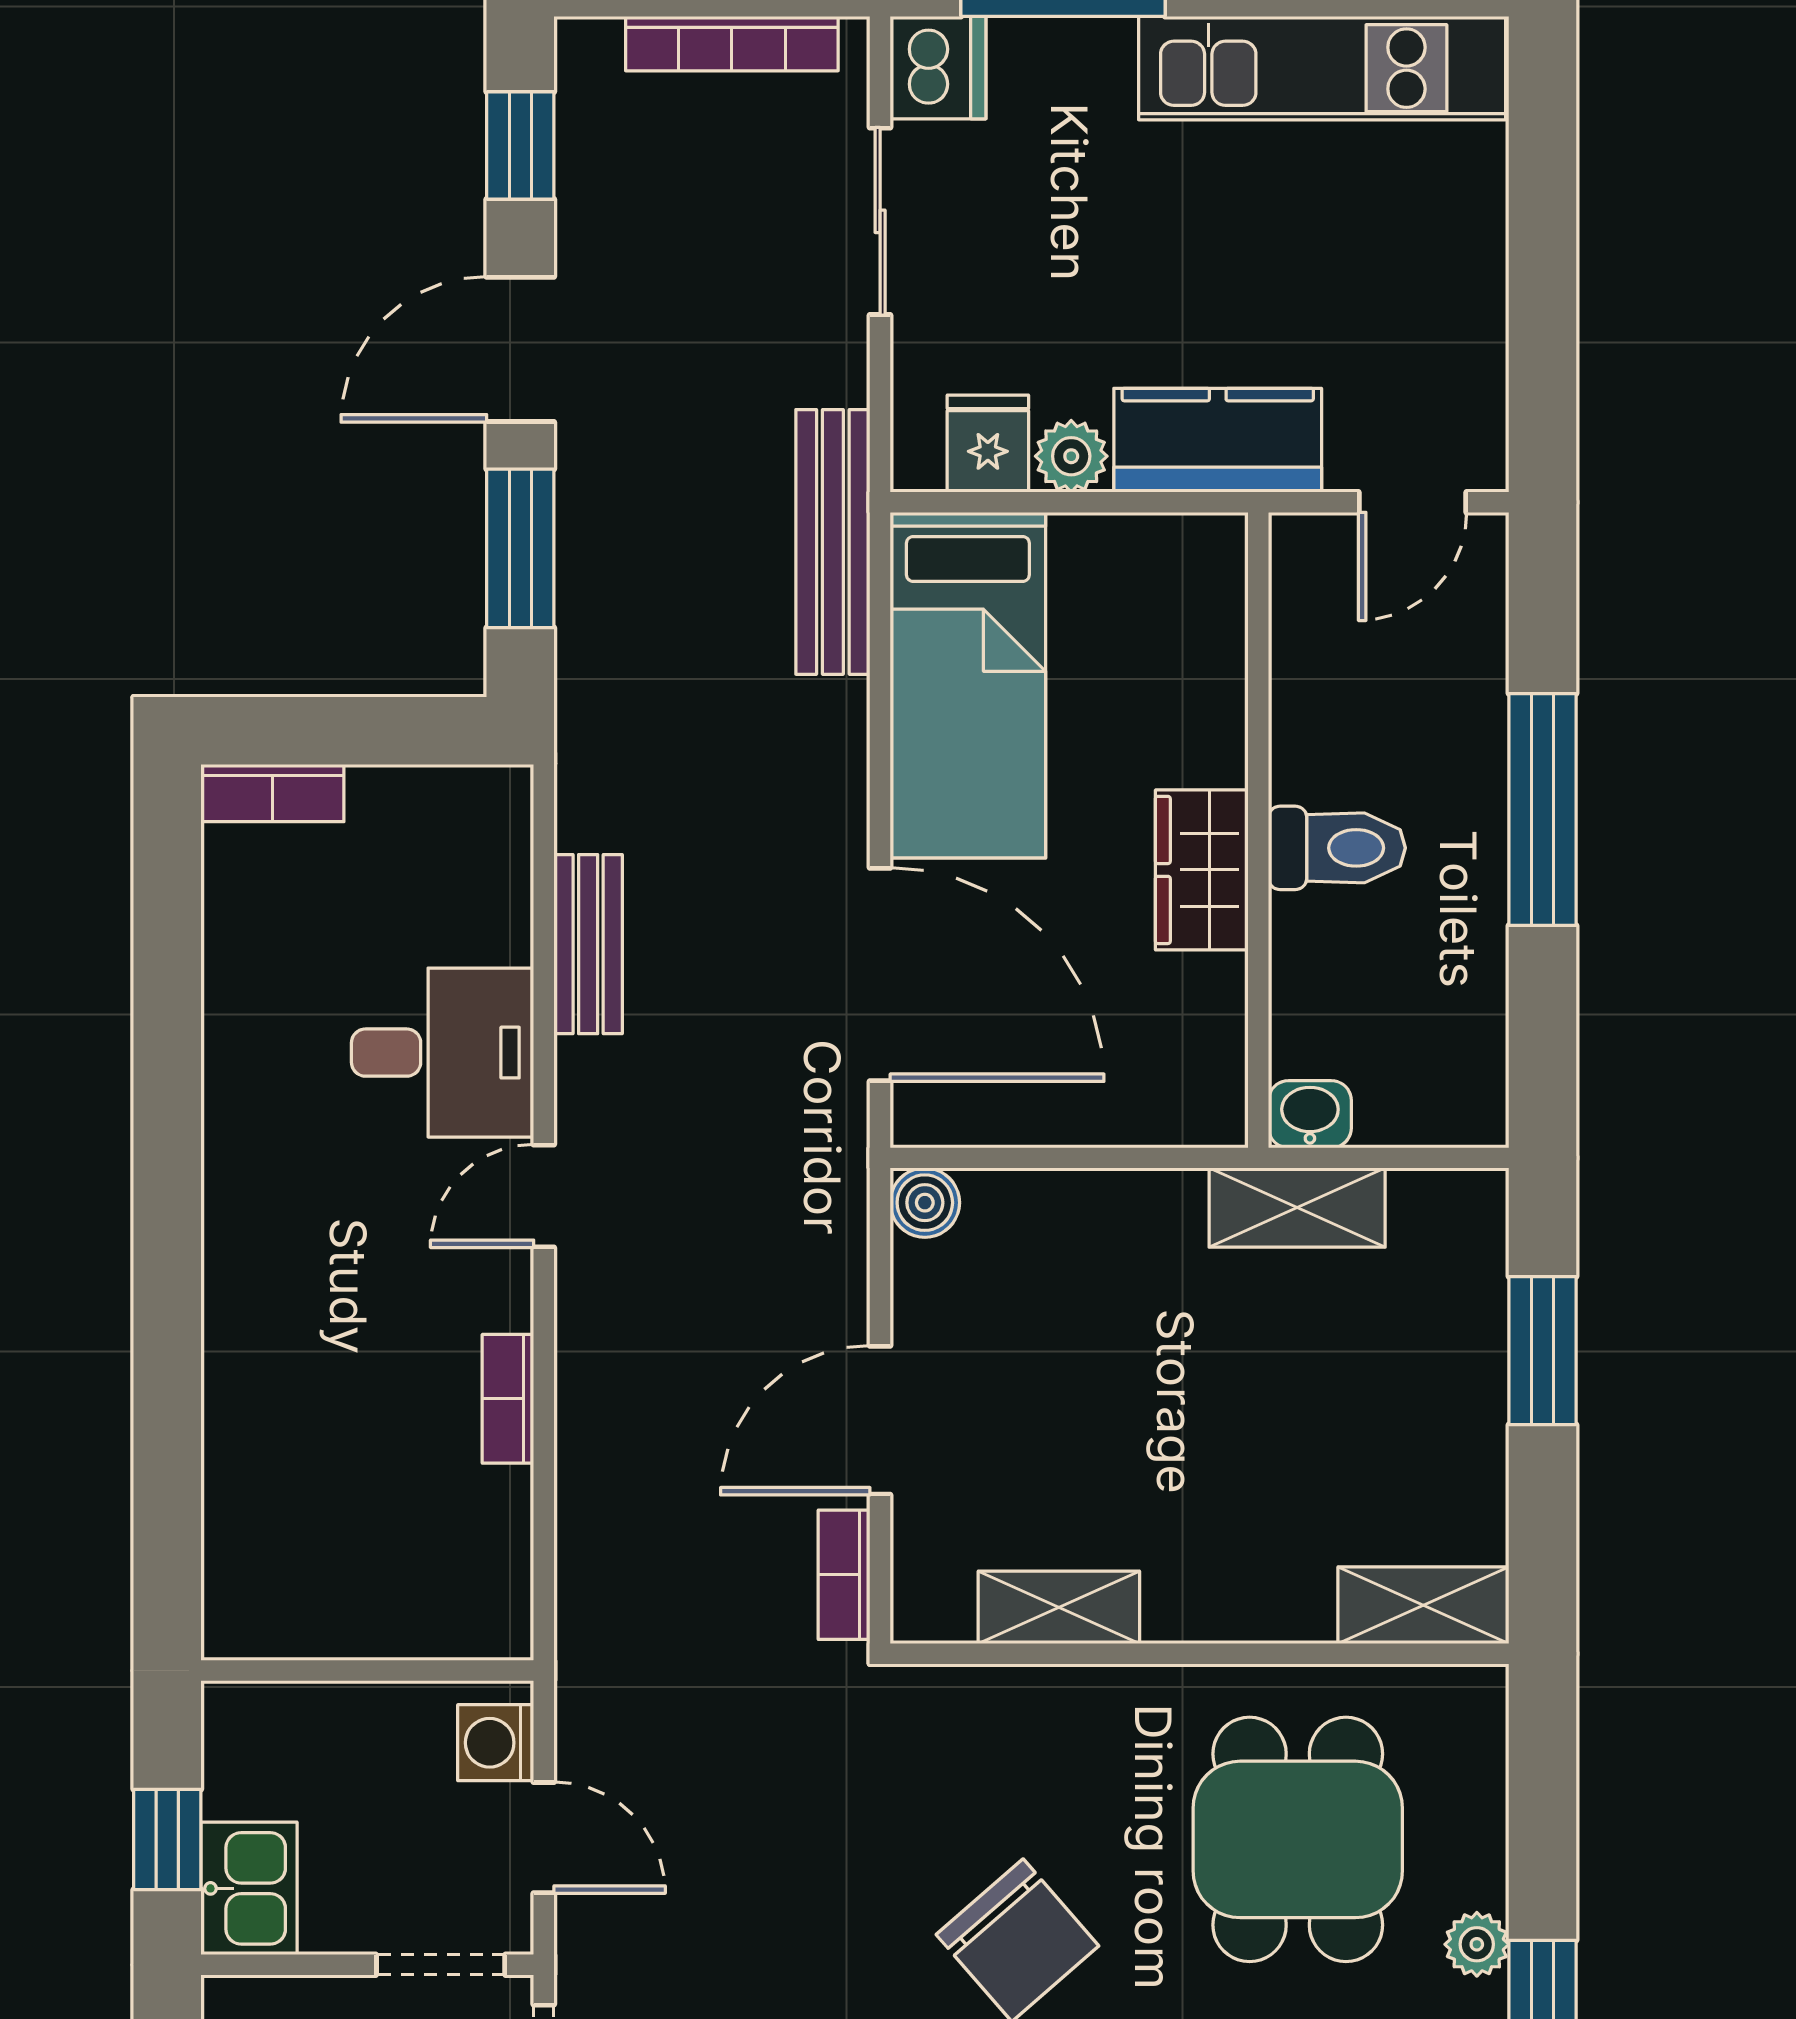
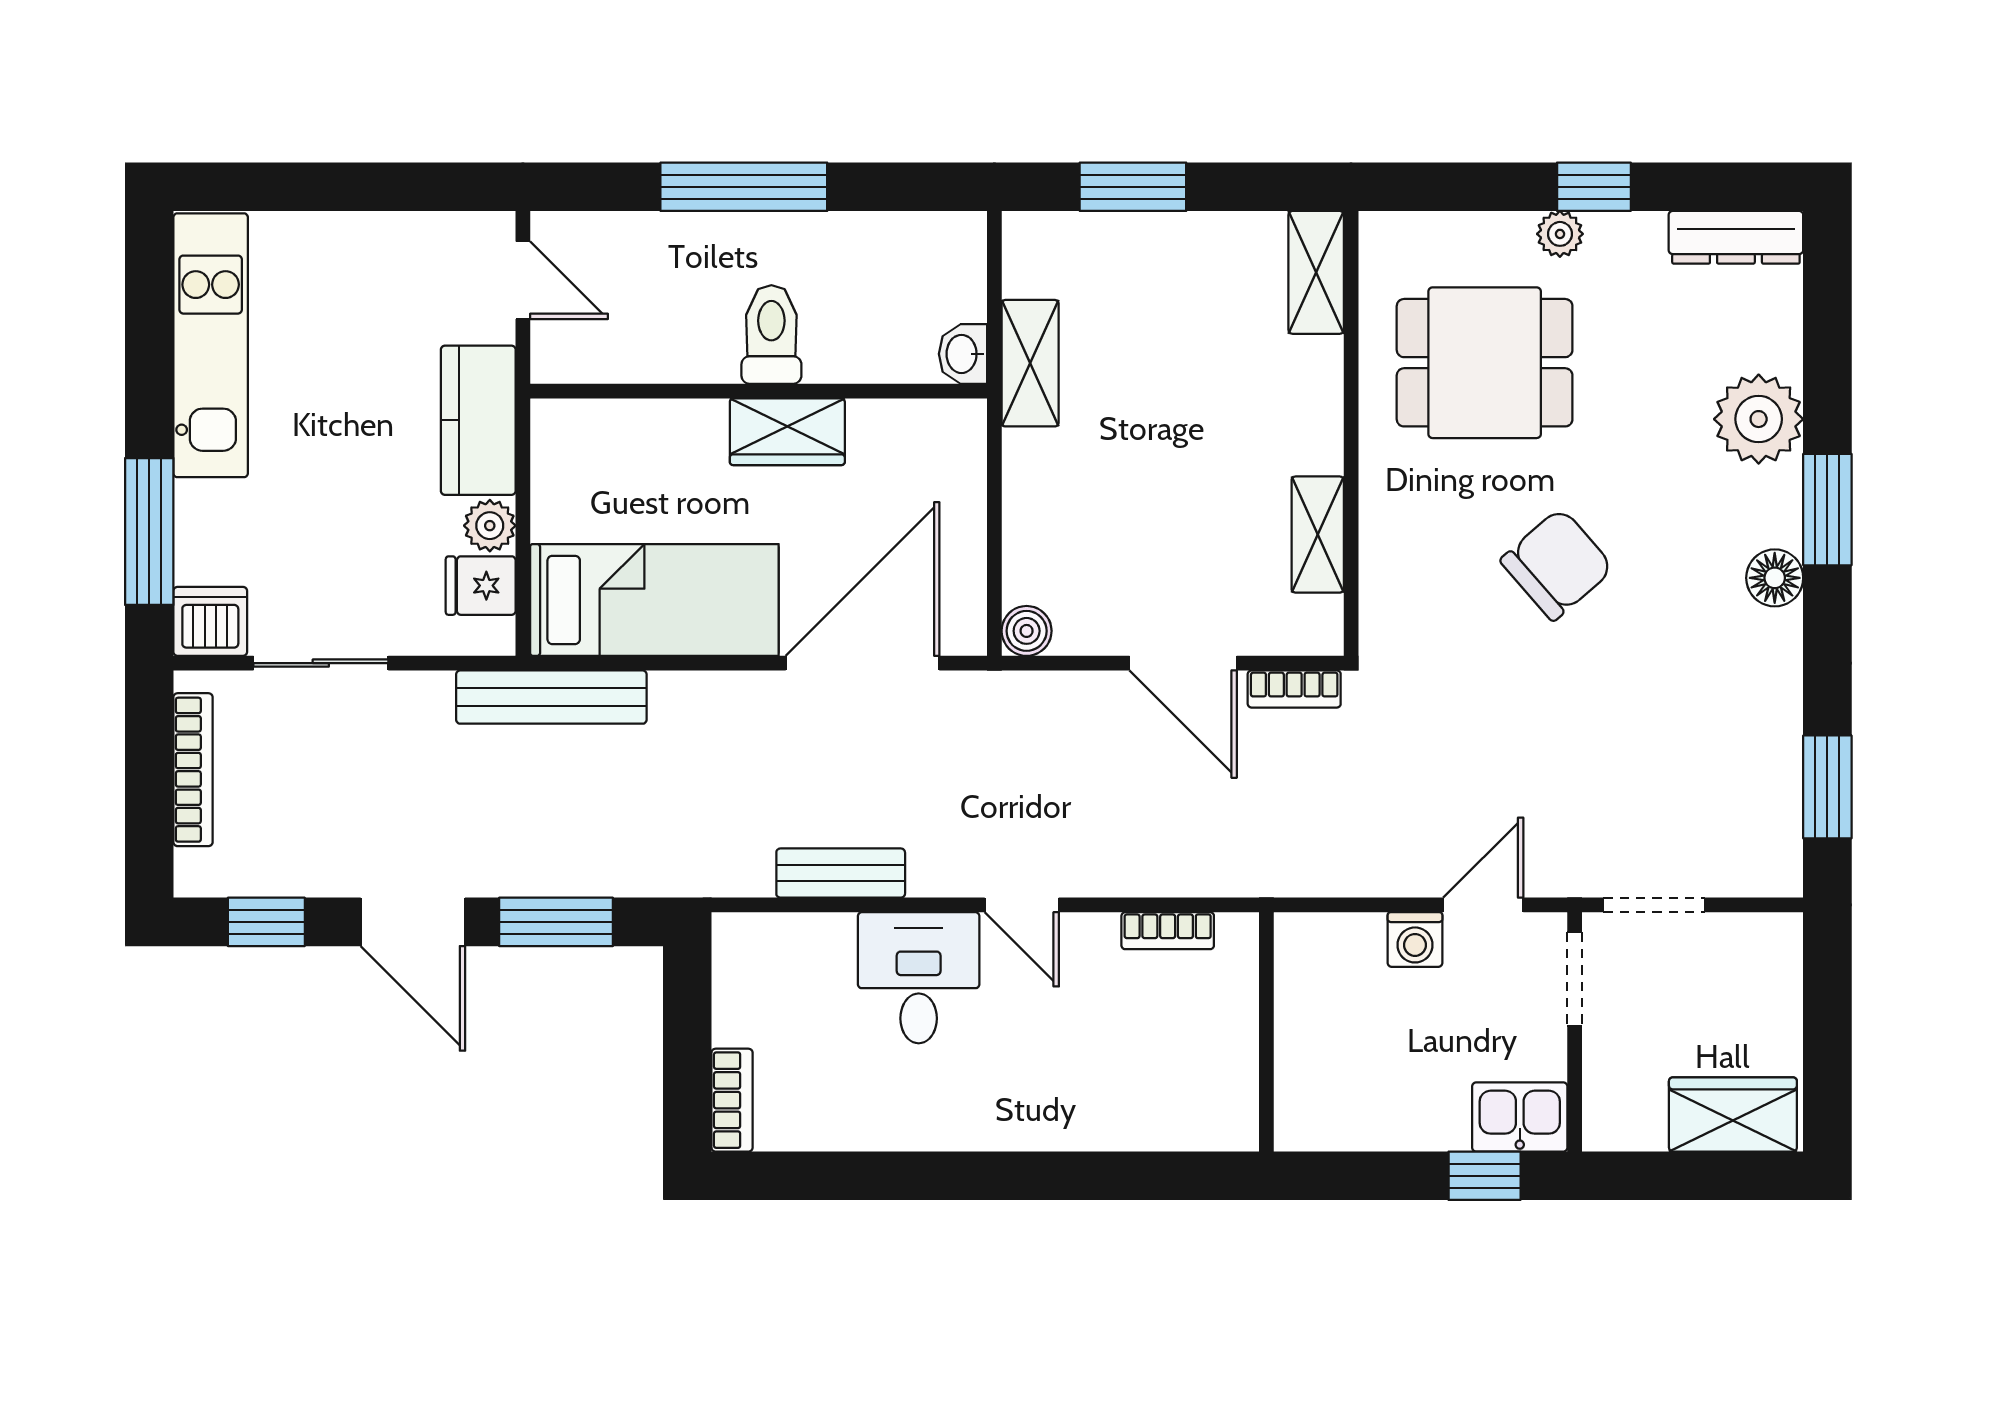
wall: (367, 1671) -> (1266, 1032), moved

